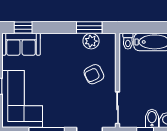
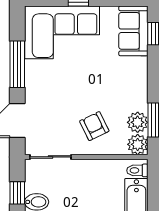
plant: (108, 41) -> (138, 144), added

